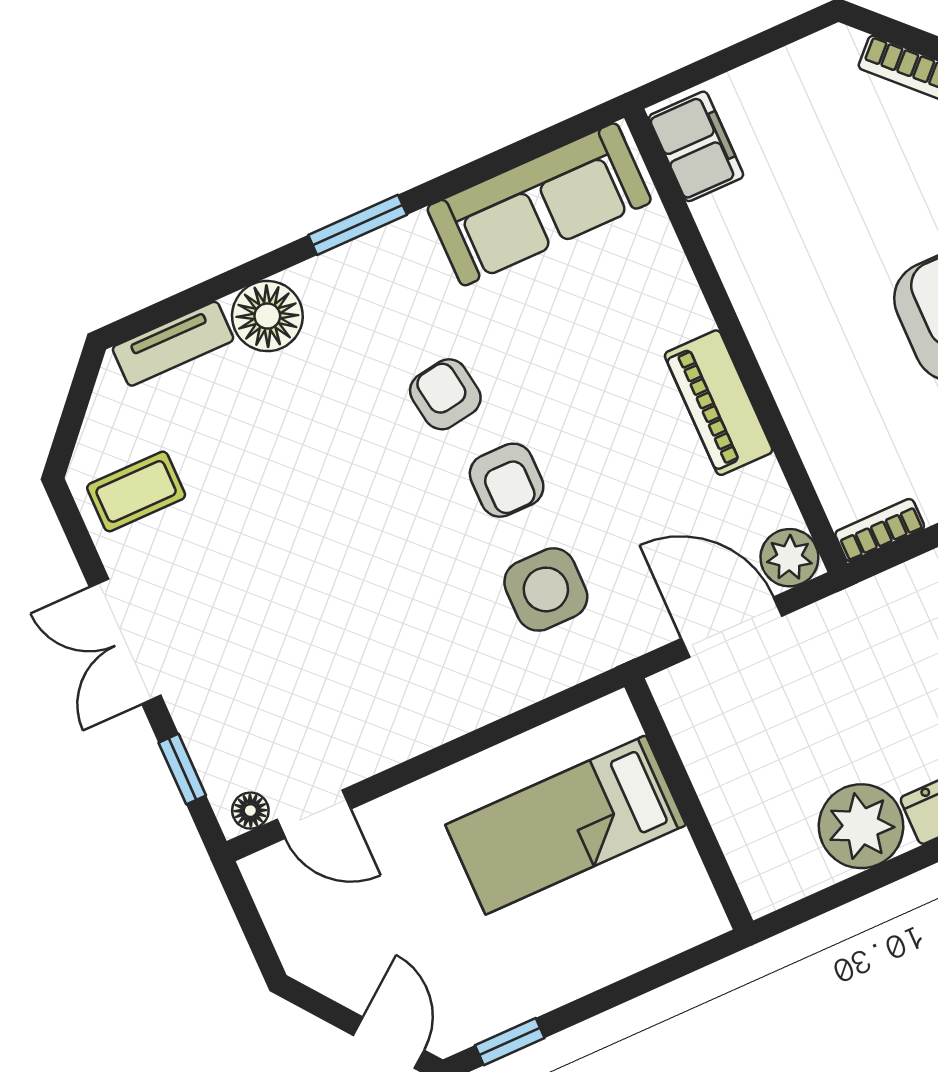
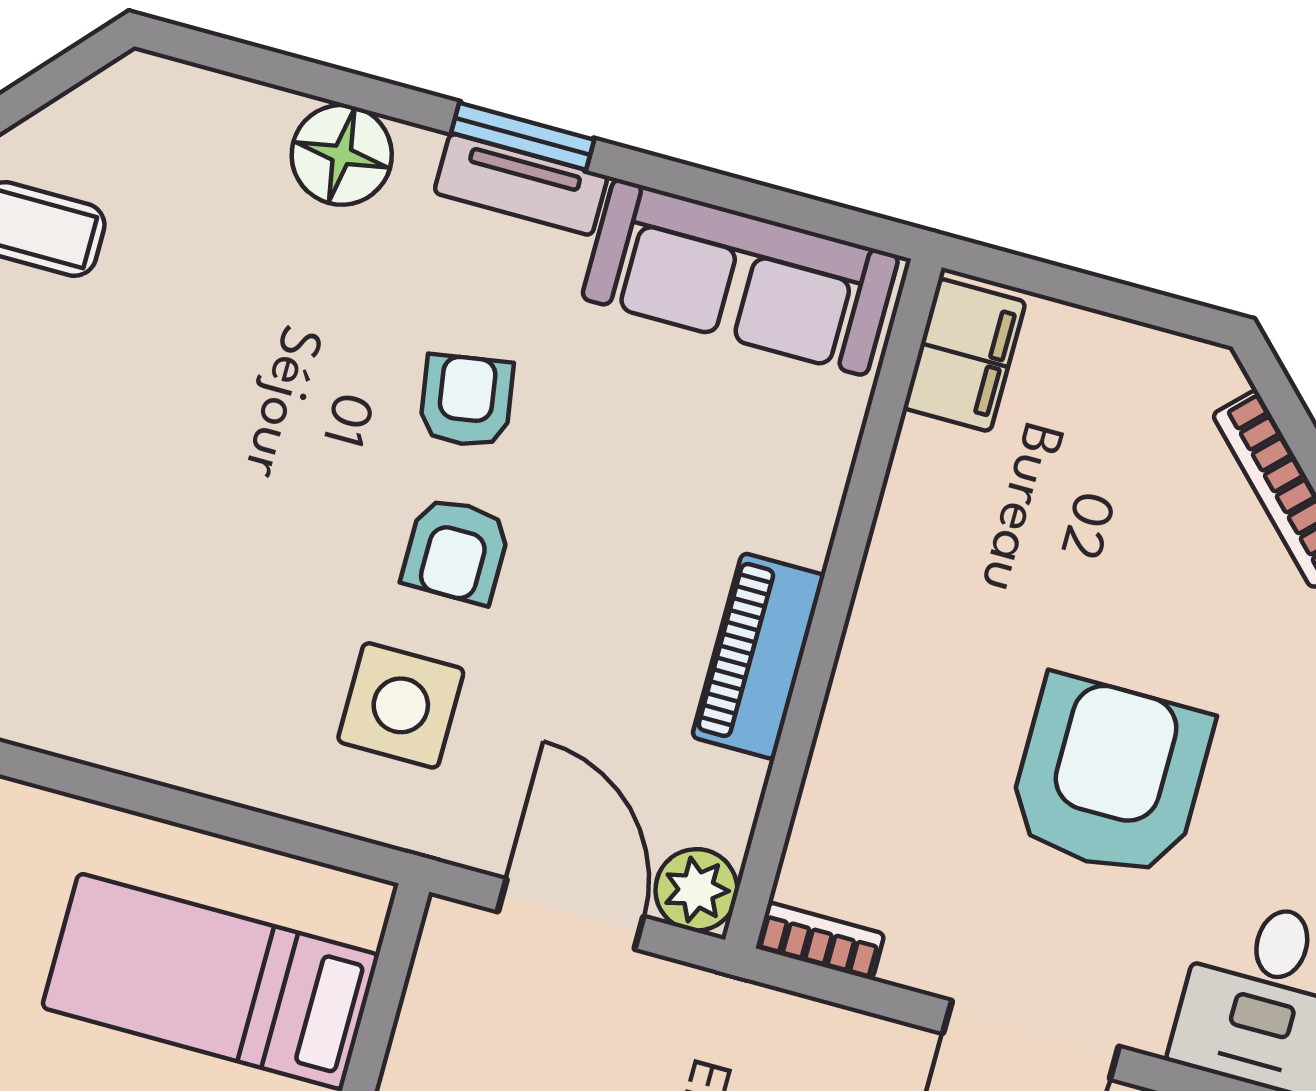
tv unit: (173, 344) -> (521, 184), moved

